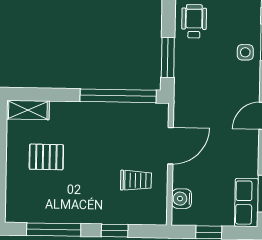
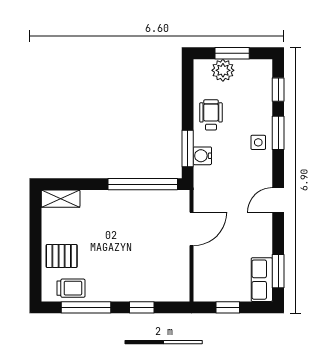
pallet: (46, 157) -> (62, 256), moved
trolley: (136, 180) -> (71, 288), moved
water cooler: (182, 199) -> (202, 156), moved

